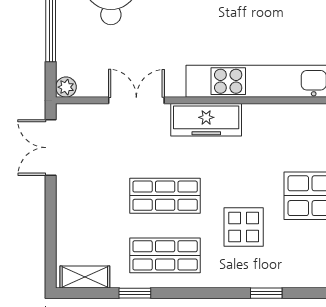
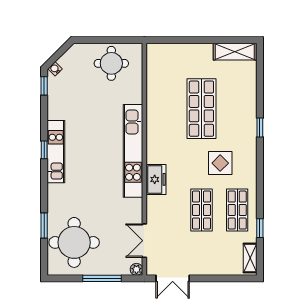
double door: (136, 100) -> (144, 241), moved
freezer: (206, 120) -> (156, 179), width x0.71
window: (266, 293) -> (260, 128), moved

